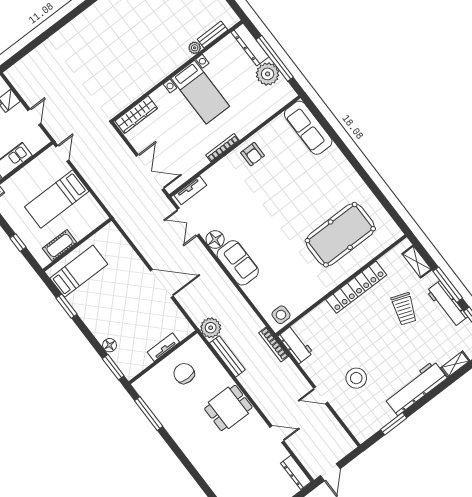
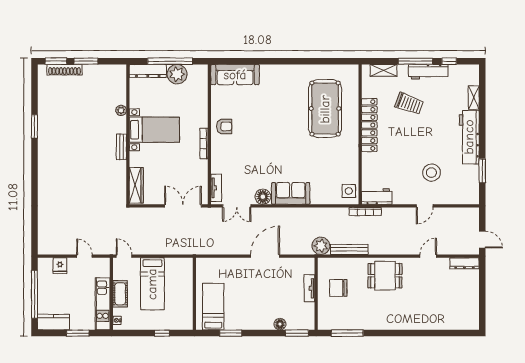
bench: (212, 35) -> (121, 147), moved
cot: (60, 245) -> (120, 294), moved
dining table: (228, 408) -> (385, 276), turned 90

